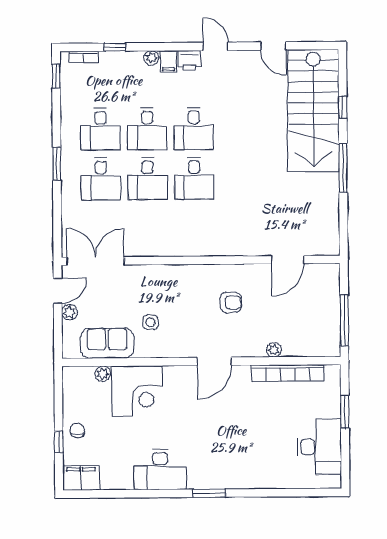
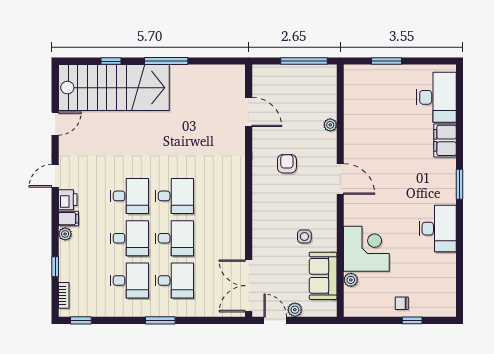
bookcase: (288, 373) -> (351, 113), removed
desk: (320, 447) -> (436, 97), moved, turned 90
filing cabinet: (81, 478) -> (445, 140), moved

